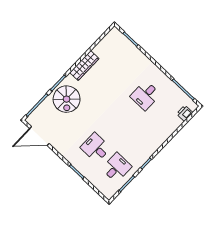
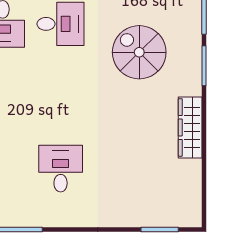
spiral stairs: (67, 99) -> (139, 52), moved

